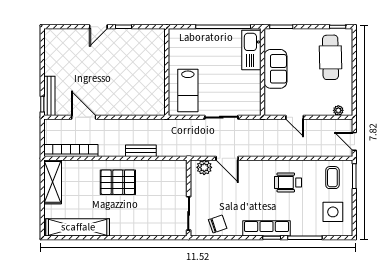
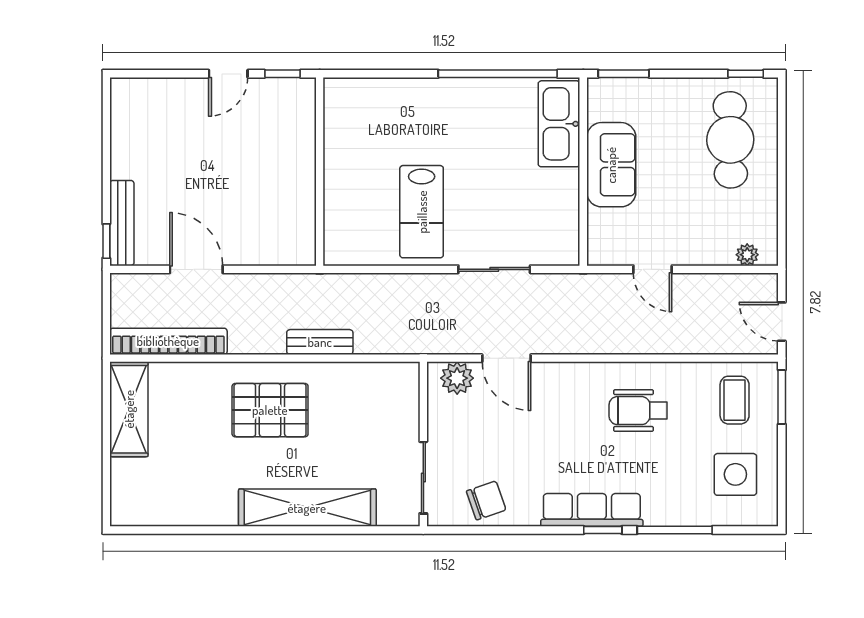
wall: (167, 72) -> (320, 172), moved
shelving: (78, 227) -> (307, 508), moved

